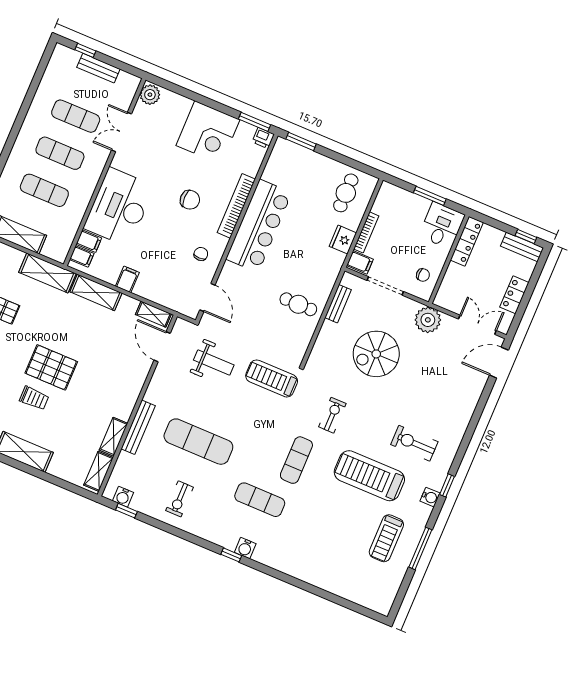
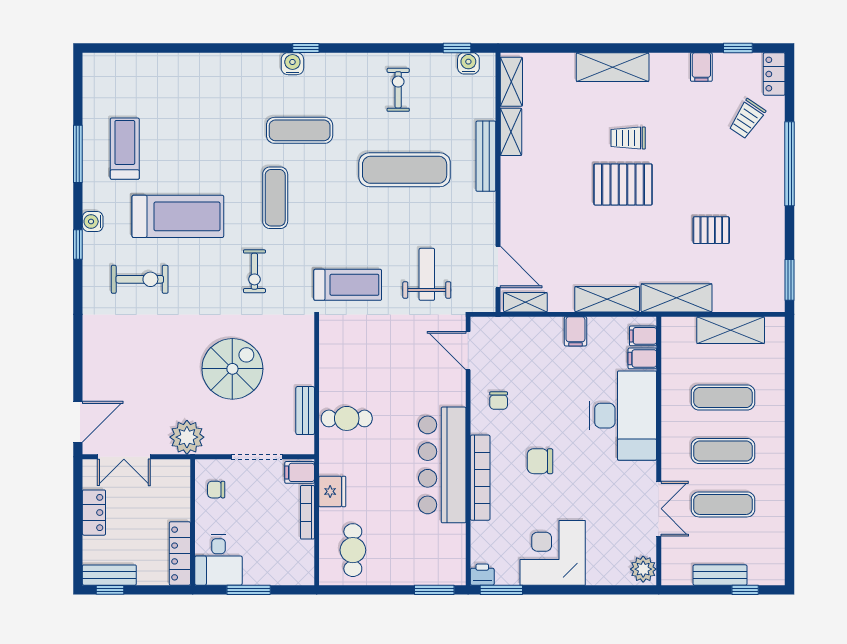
cafe table: (298, 304) -> (347, 418), moved
weight bench: (214, 363) -> (427, 274), turned 90

